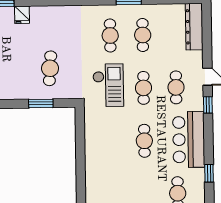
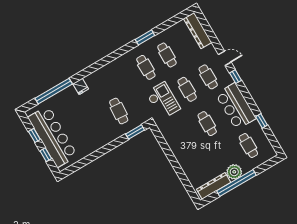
window: (41, 103) -> (135, 132), moved

